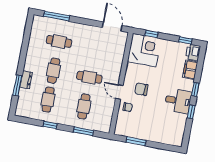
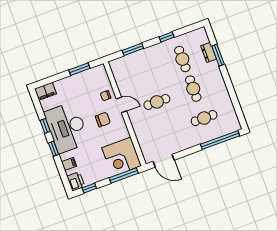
window: (57, 16) -> (220, 140), width x1.46
window: (151, 34) -> (124, 175), width x2.17
filing cabinet: (190, 70) -> (69, 164), width x0.50
dresser: (26, 80) -> (209, 52), moved
desk: (178, 101) -> (67, 127), width x1.87, depth x1.30
cafe table: (84, 106) -> (146, 72), removed
filing cabinet: (174, 140) -> (45, 91), added

